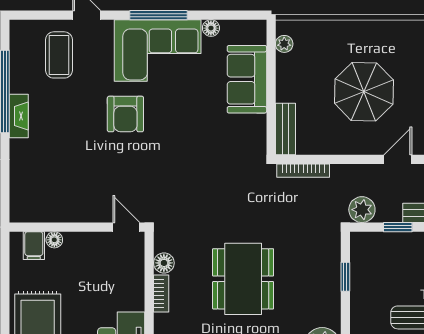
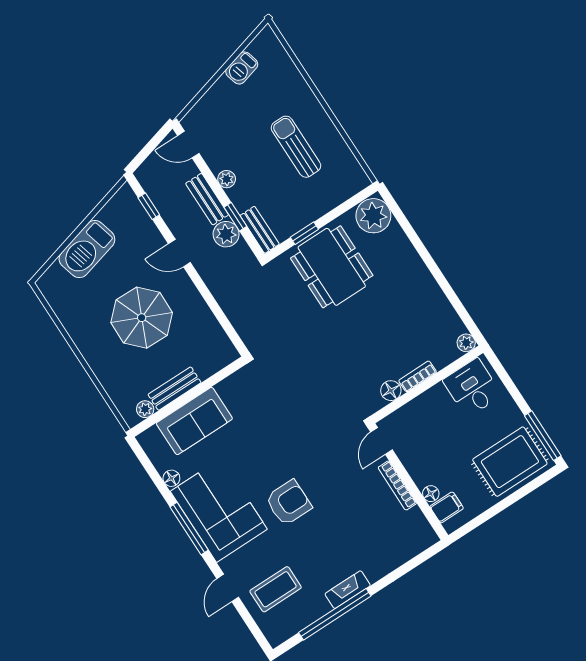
bench: (285, 129) -> (175, 389), moved
bookcase: (303, 171) -> (397, 485), moved, turned 180
plant: (362, 210) -> (226, 234), moved
bench: (373, 241) -> (260, 230), added
dining table: (243, 279) -> (332, 267), moved, turned 90

